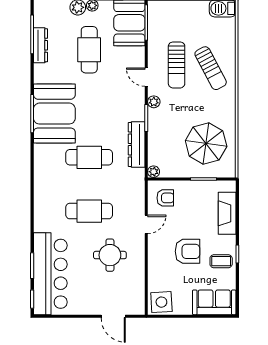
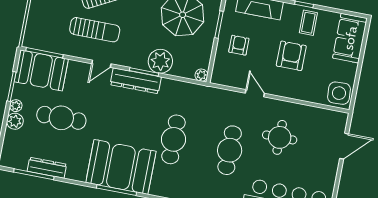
plant: (154, 102) -> (160, 61), moved, width x1.87, depth x1.87
dresser: (137, 145) -> (136, 81), moved
armchair: (165, 198) -> (239, 45), moved

